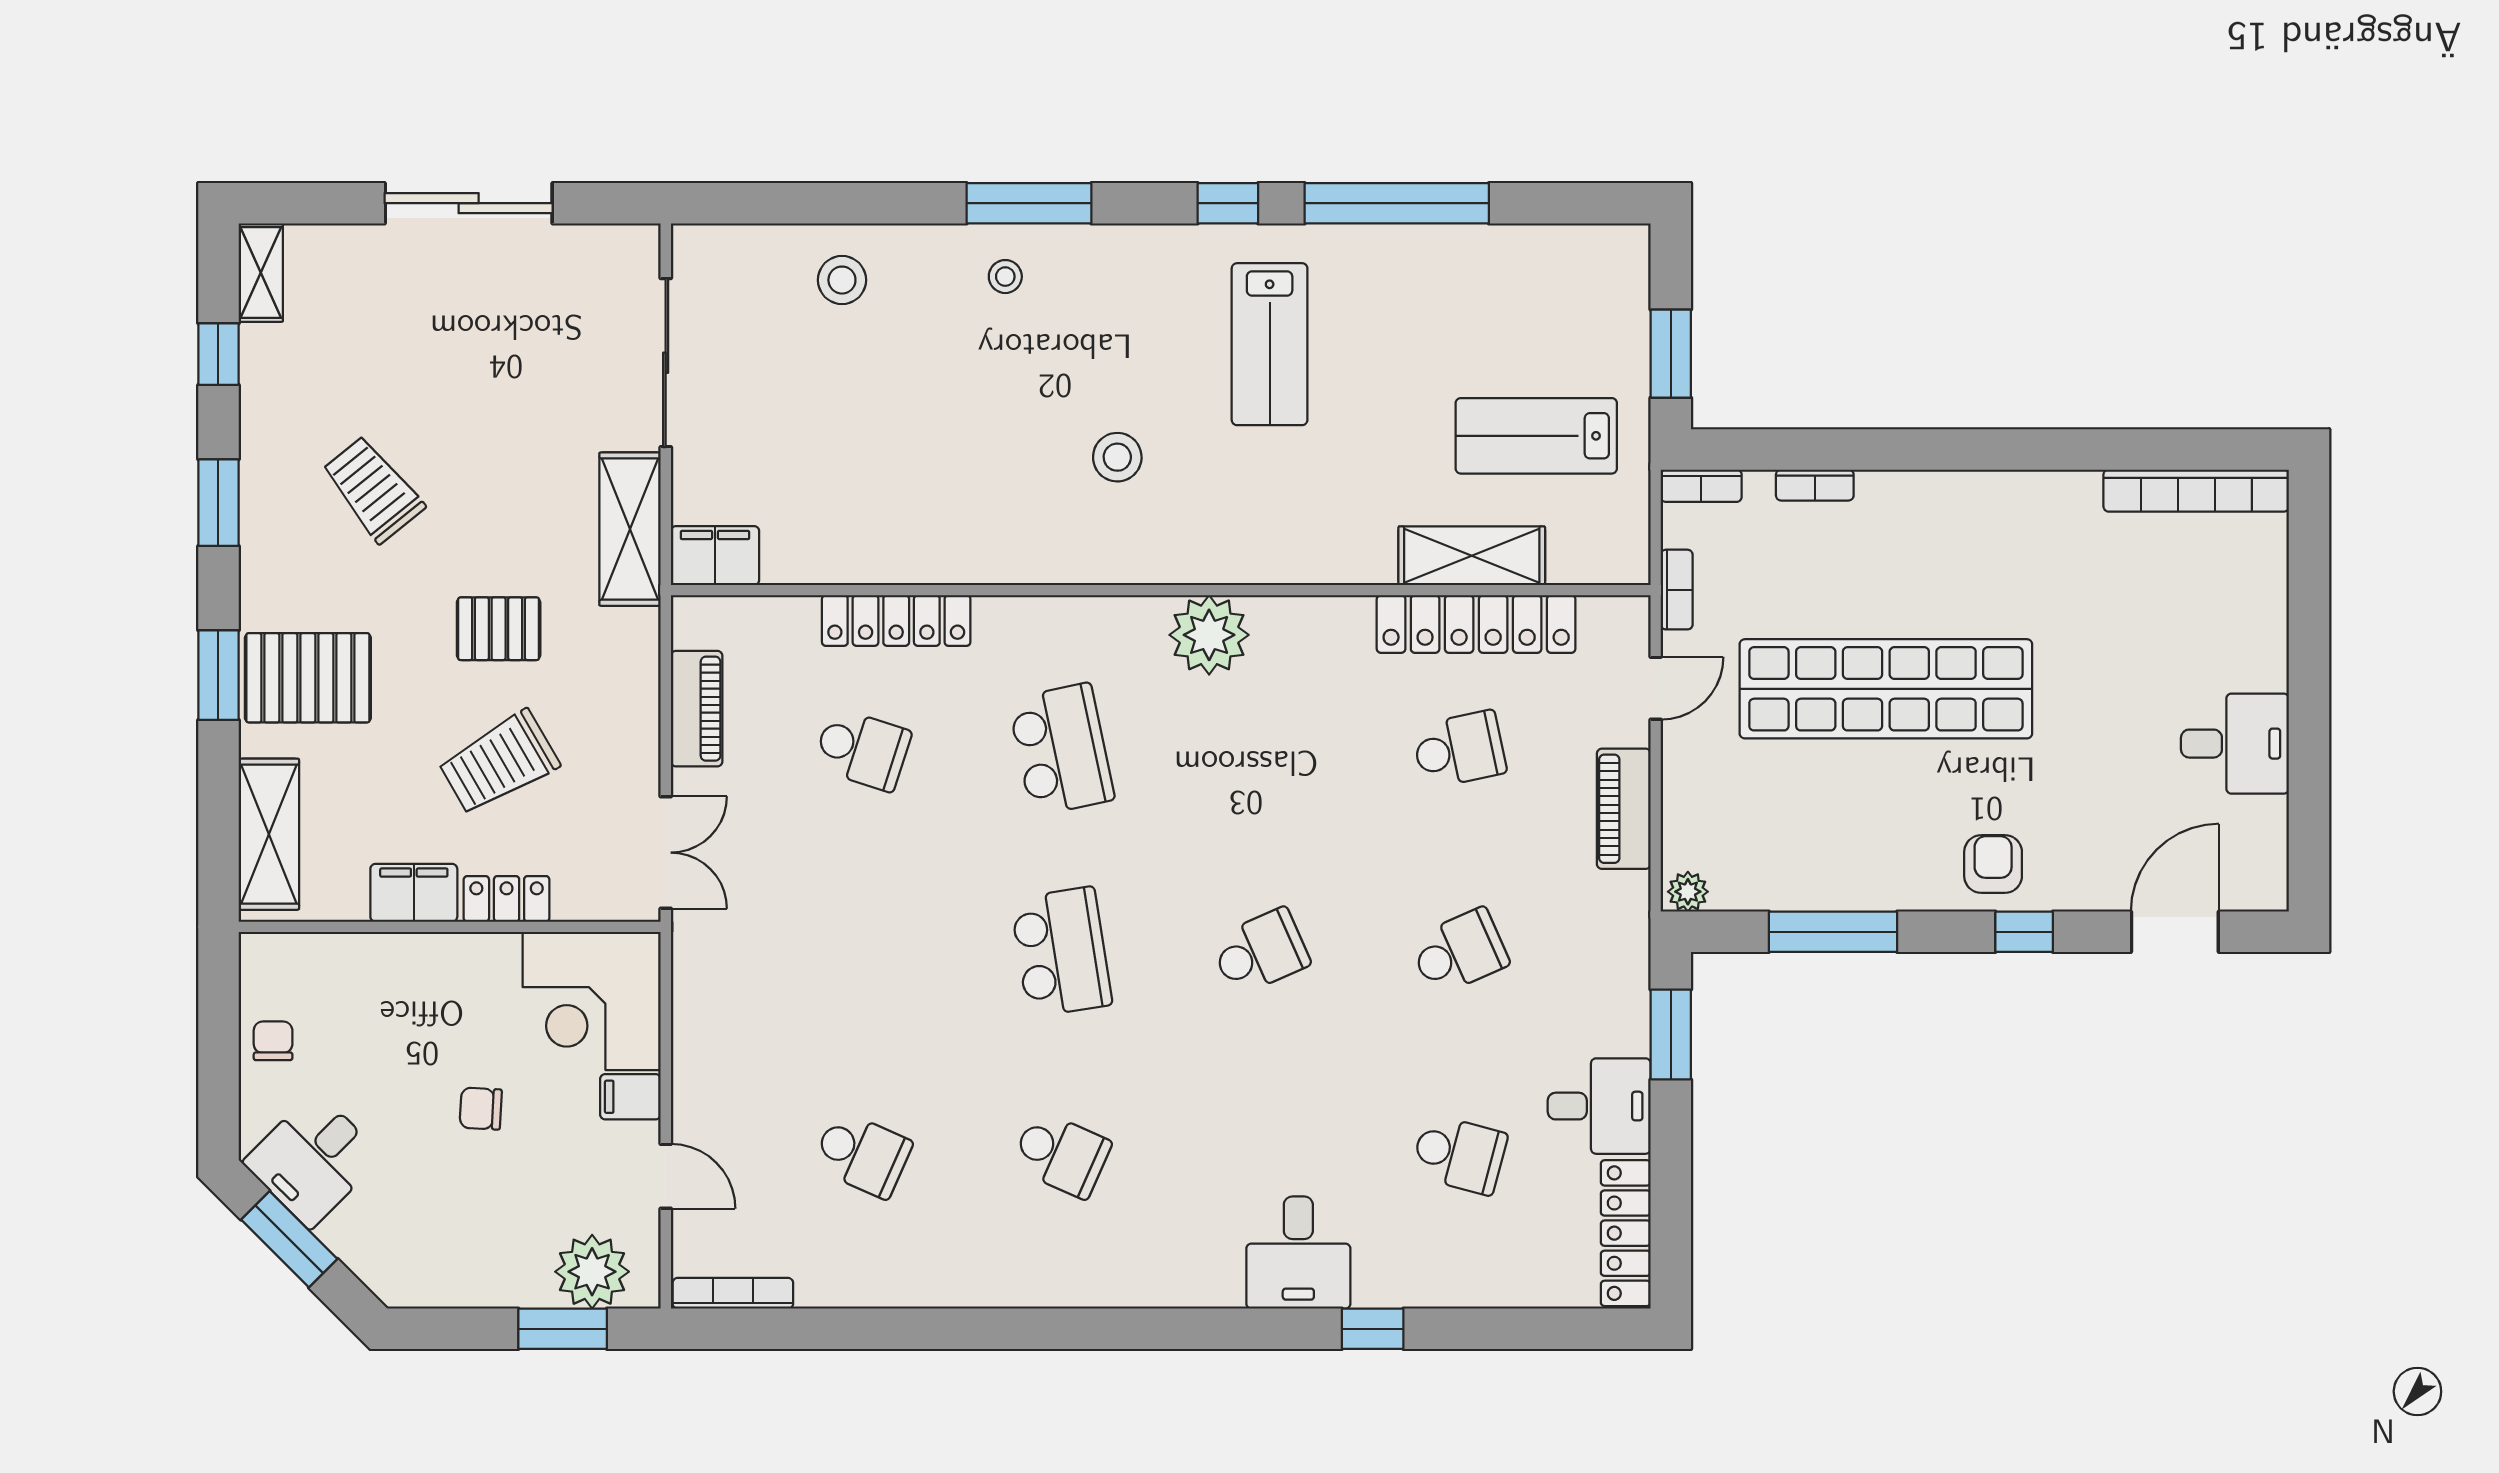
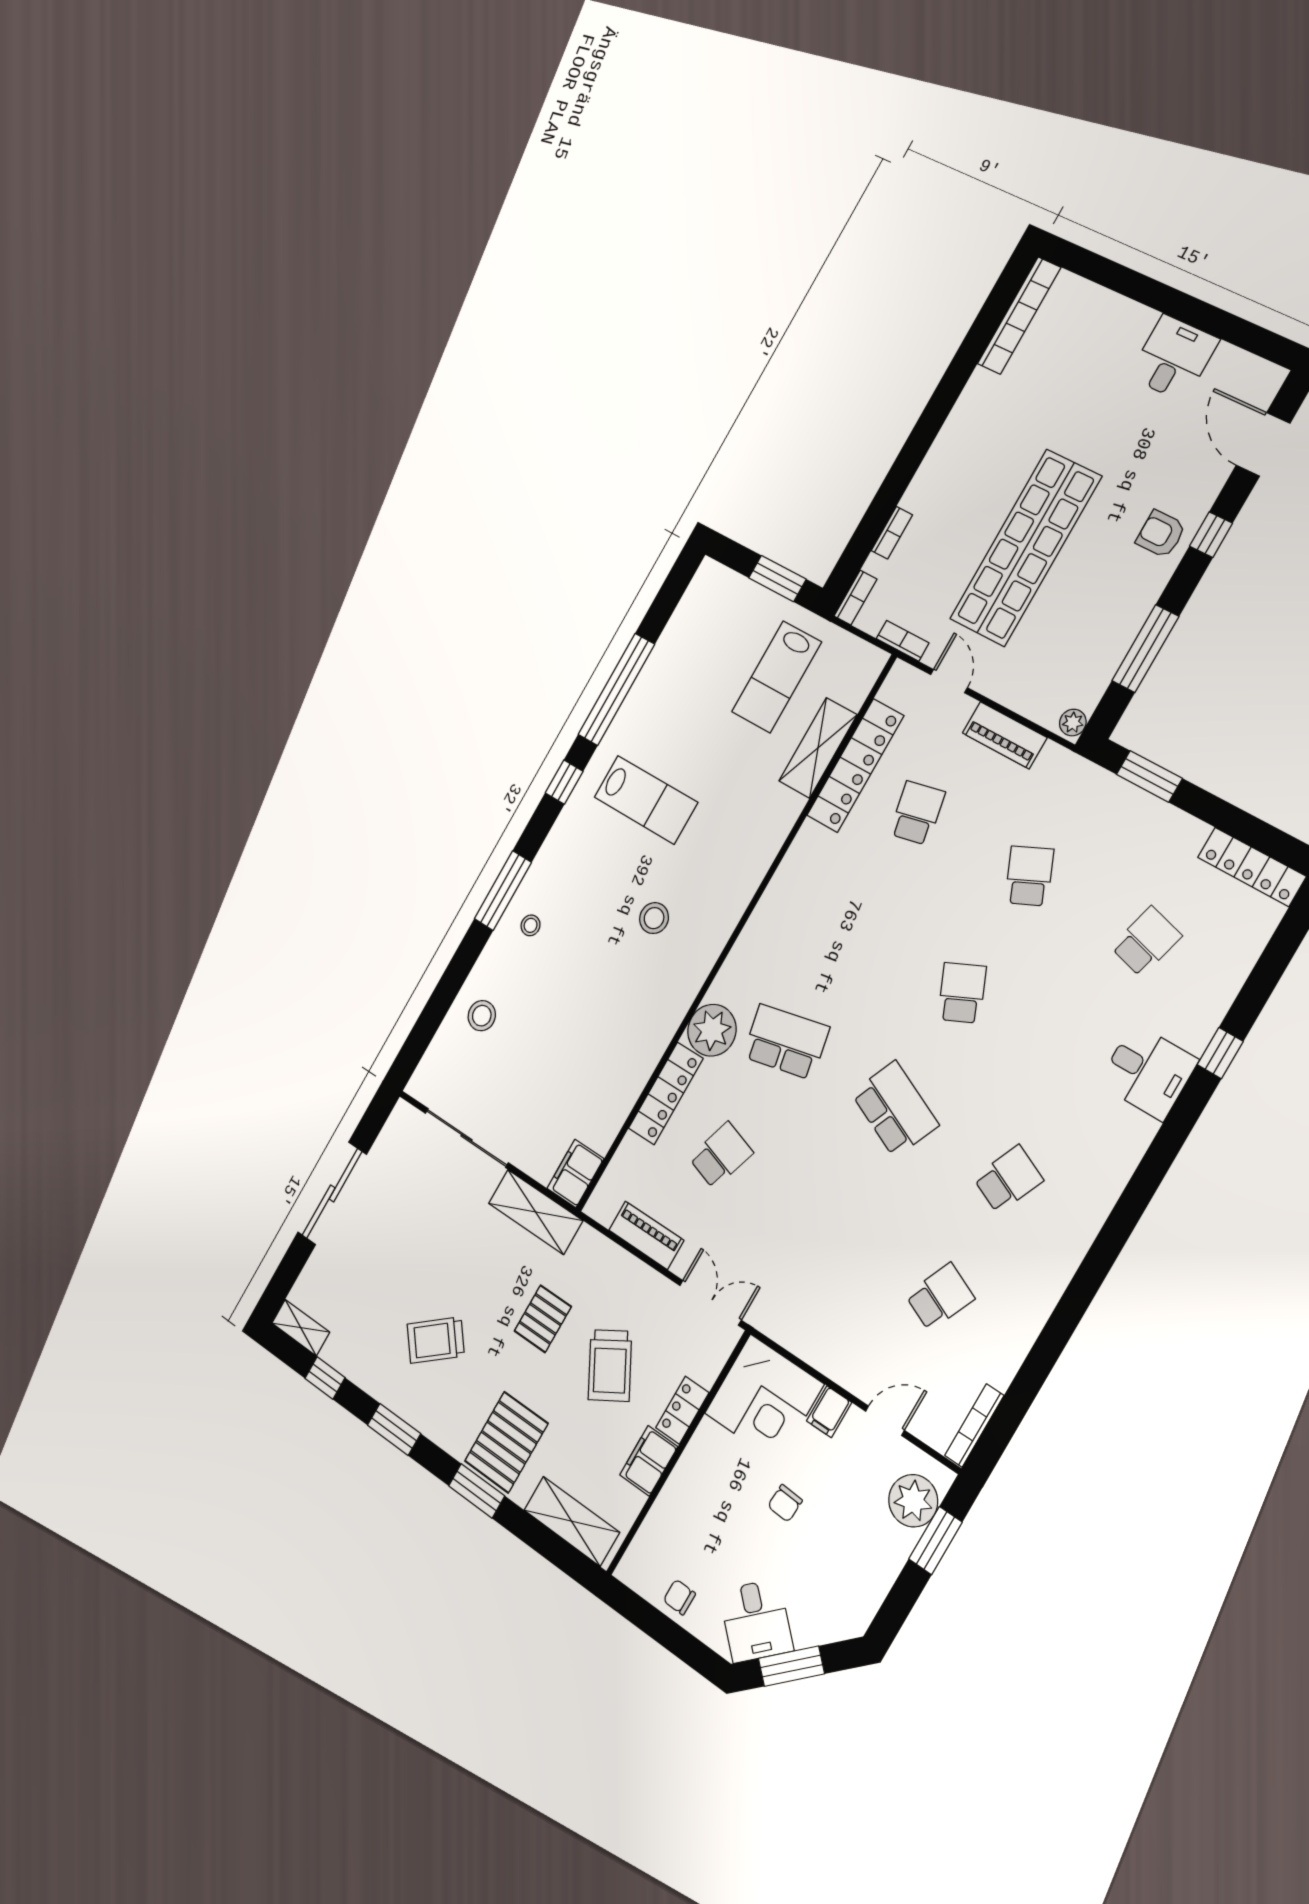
plant: (1209, 635) -> (712, 1030), moved
school desk: (1061, 952) -> (895, 1109), turned 33
desk: (1599, 1106) -> (1166, 842), removed

